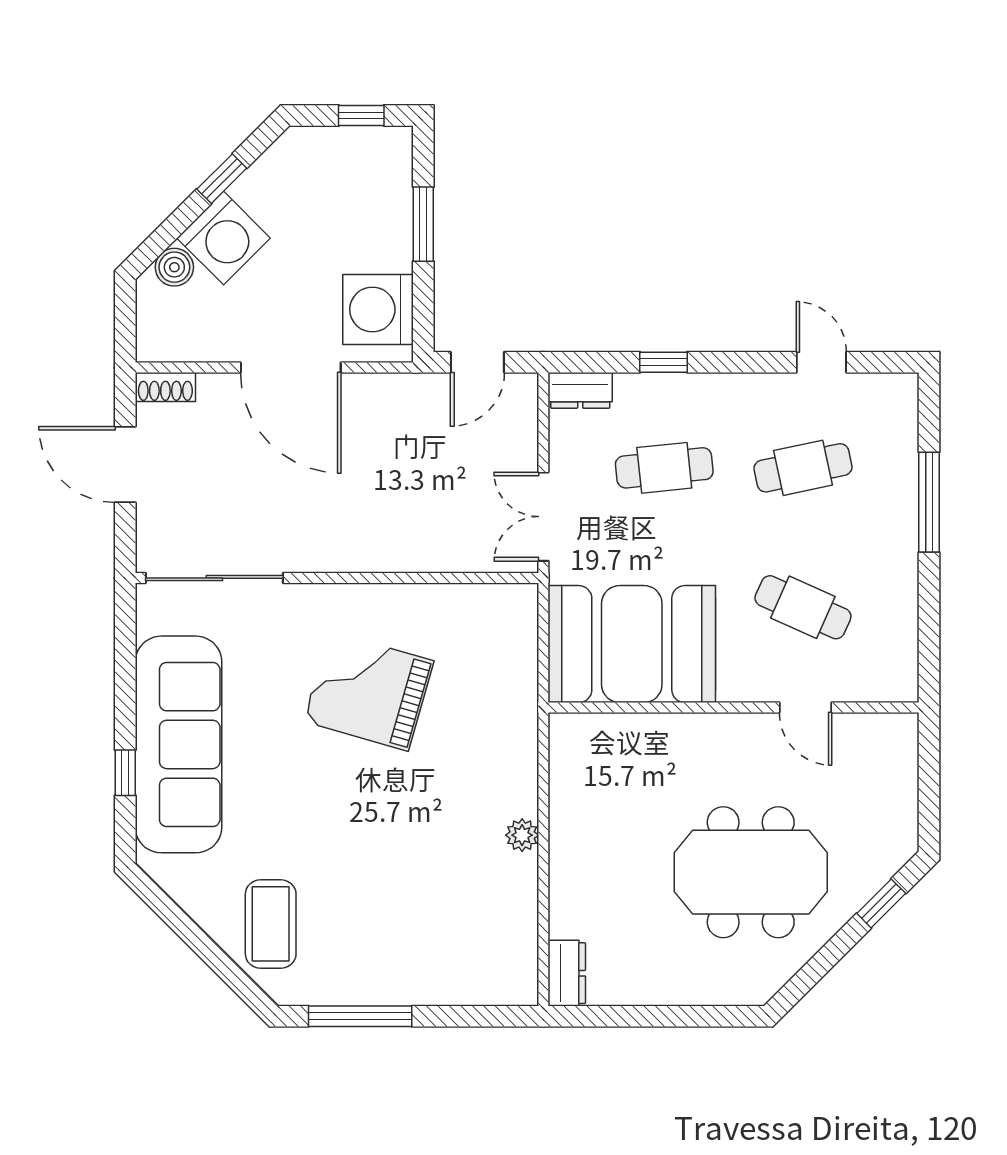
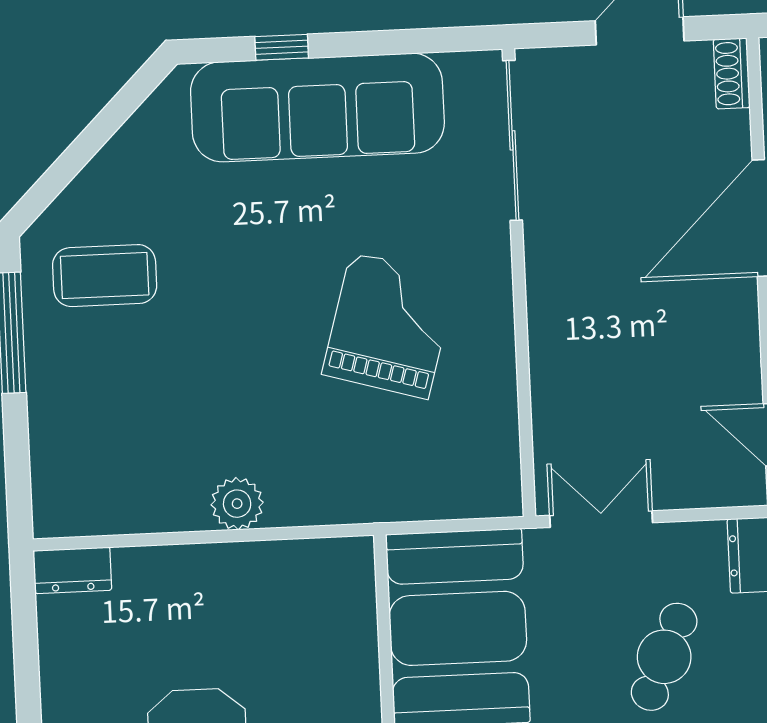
cafe table: (664, 468) -> (664, 657), turned 30
plant: (522, 835) -> (237, 504), width x1.38, depth x1.38
coffee table: (271, 924) -> (105, 276), moved

